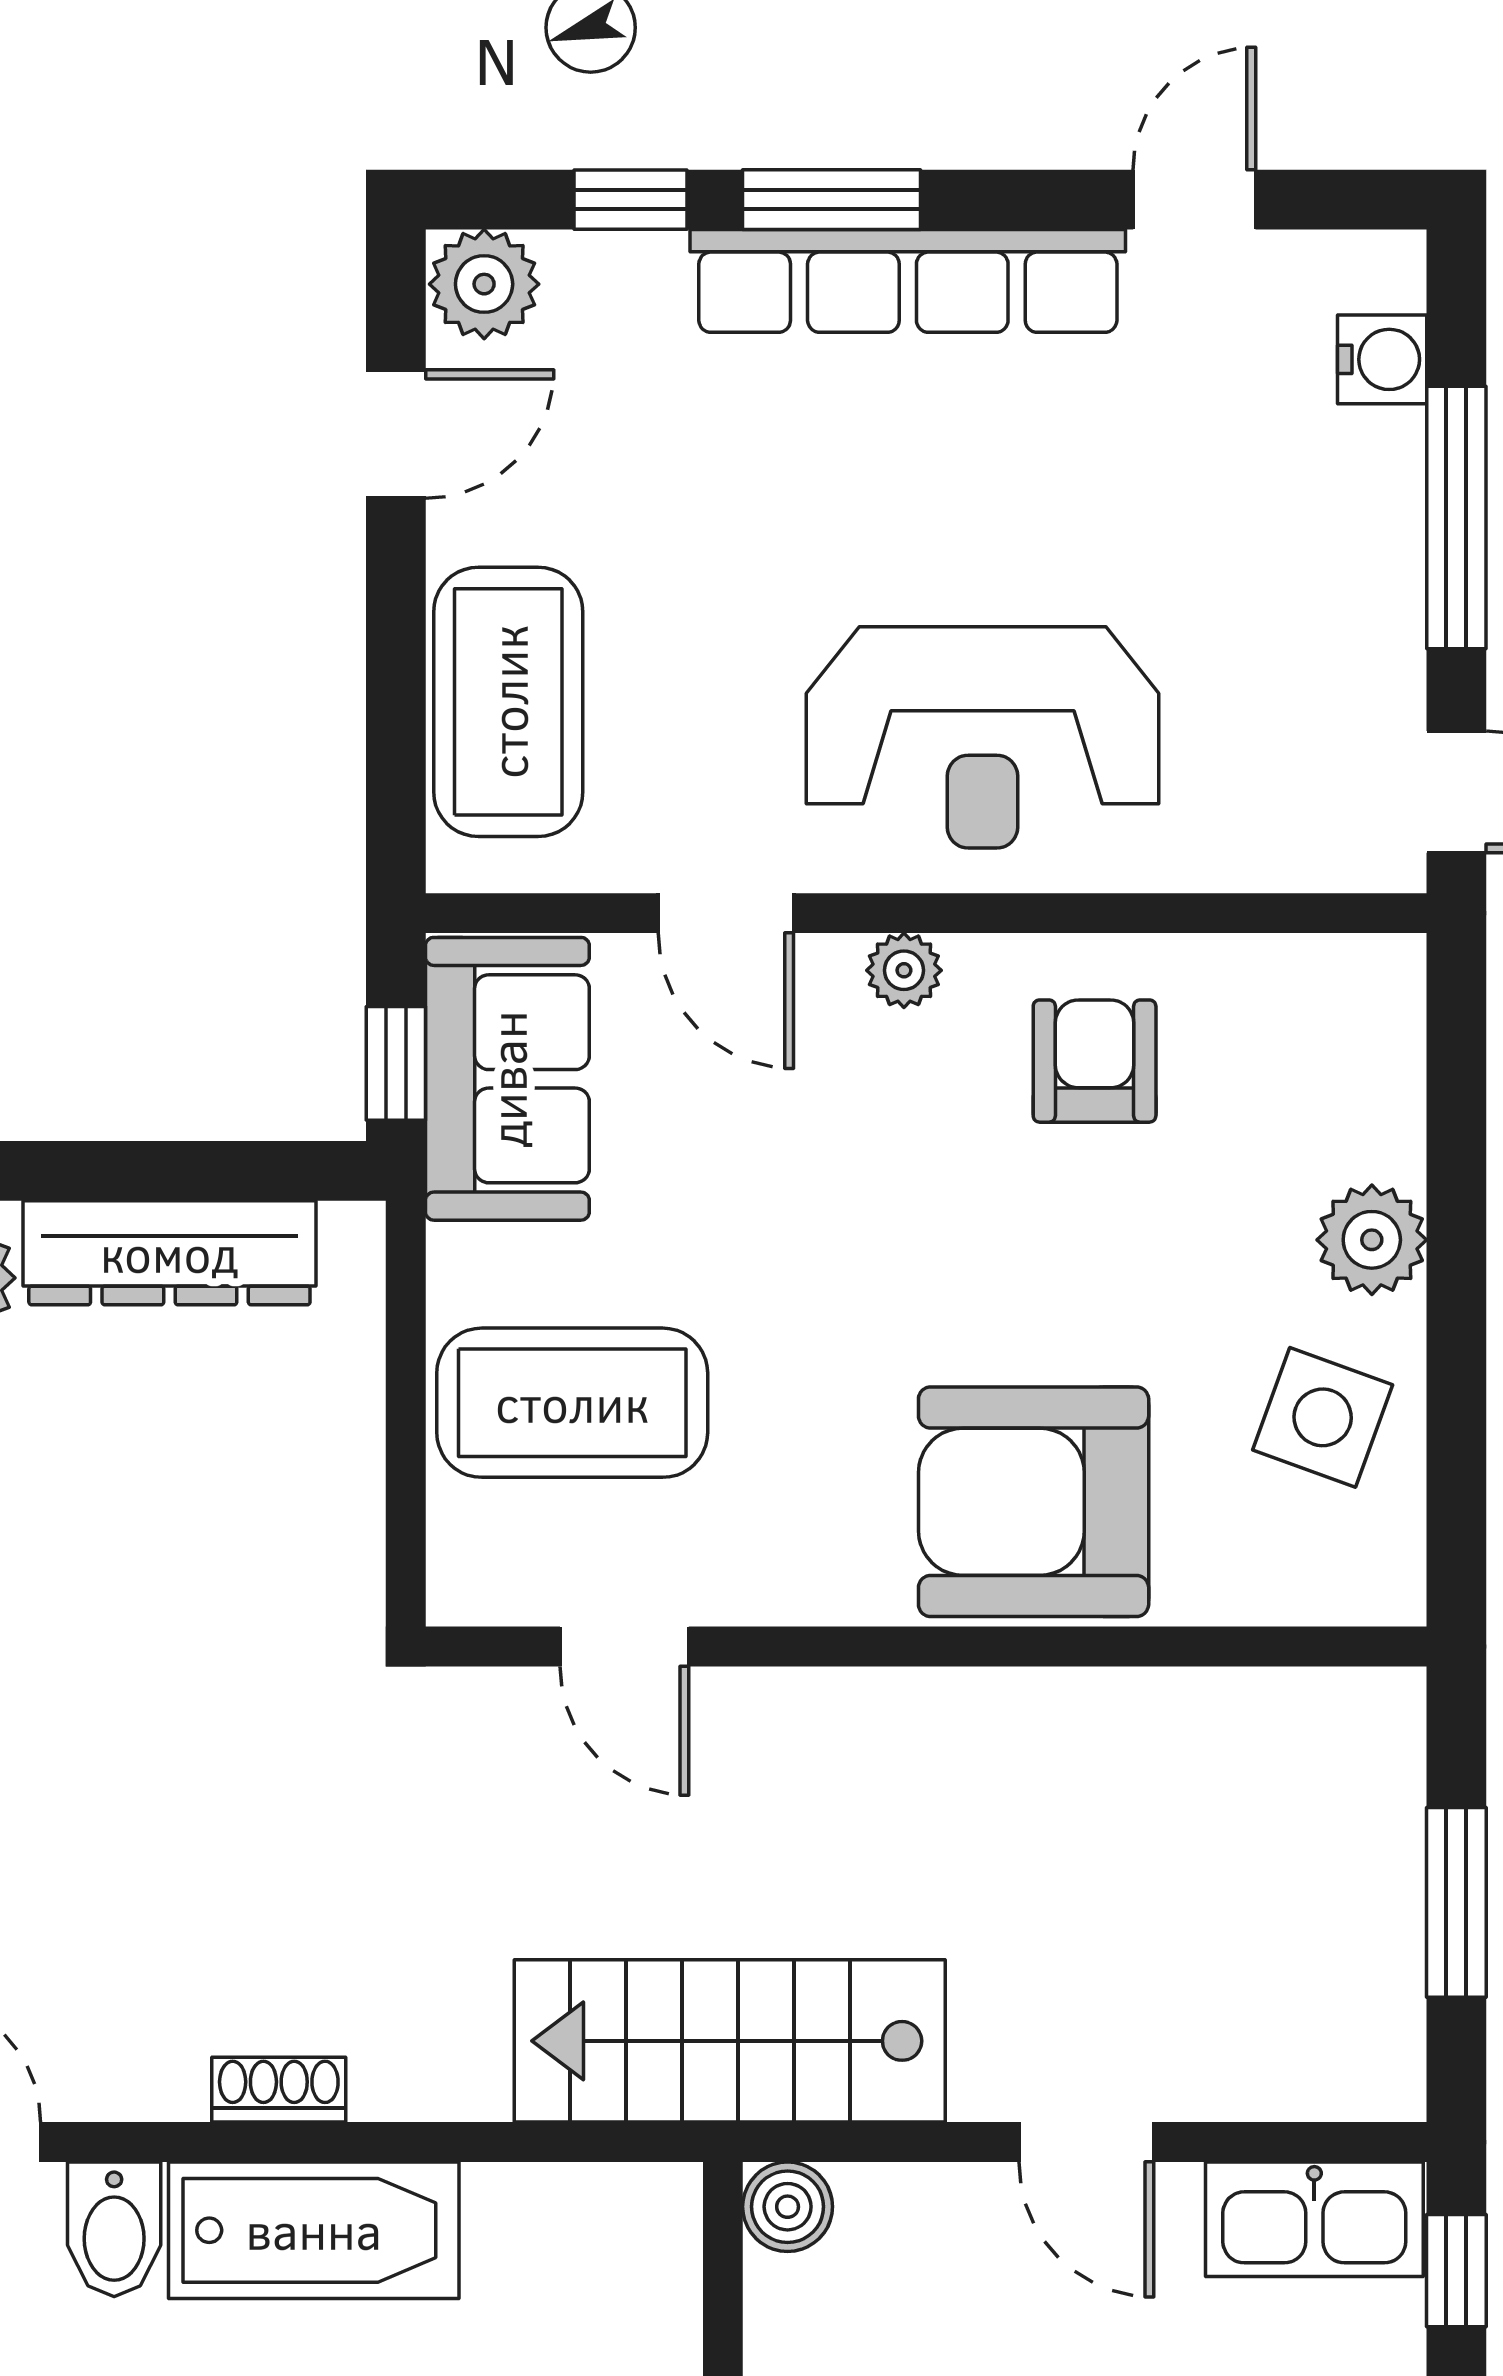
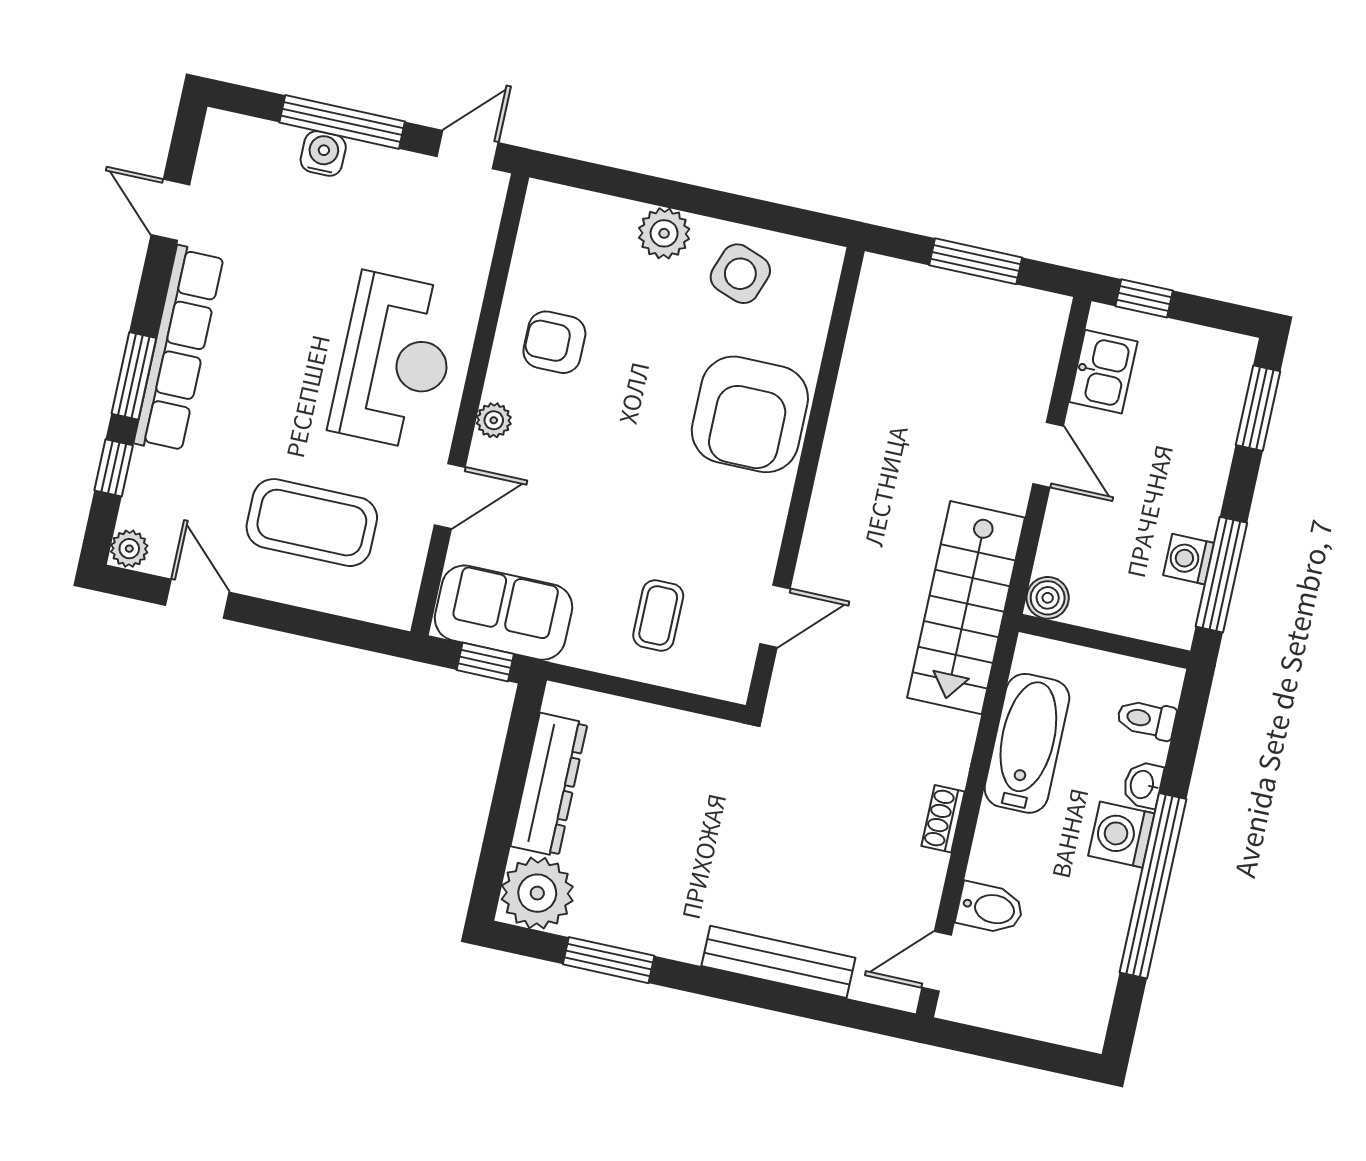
plant: (484, 284) -> (129, 549), width x0.73, depth x0.73
water cooler: (1382, 359) -> (323, 153), moved
coffee table: (508, 702) -> (312, 523), moved
coffee table: (572, 1403) -> (658, 615), width x0.54, depth x0.58
door: (1086, 2142) -> (1048, 455), hinge flipped
kitchen sink: (1314, 2219) -> (1103, 372), width x0.73
bathtub: (314, 2230) -> (1027, 743), moved

